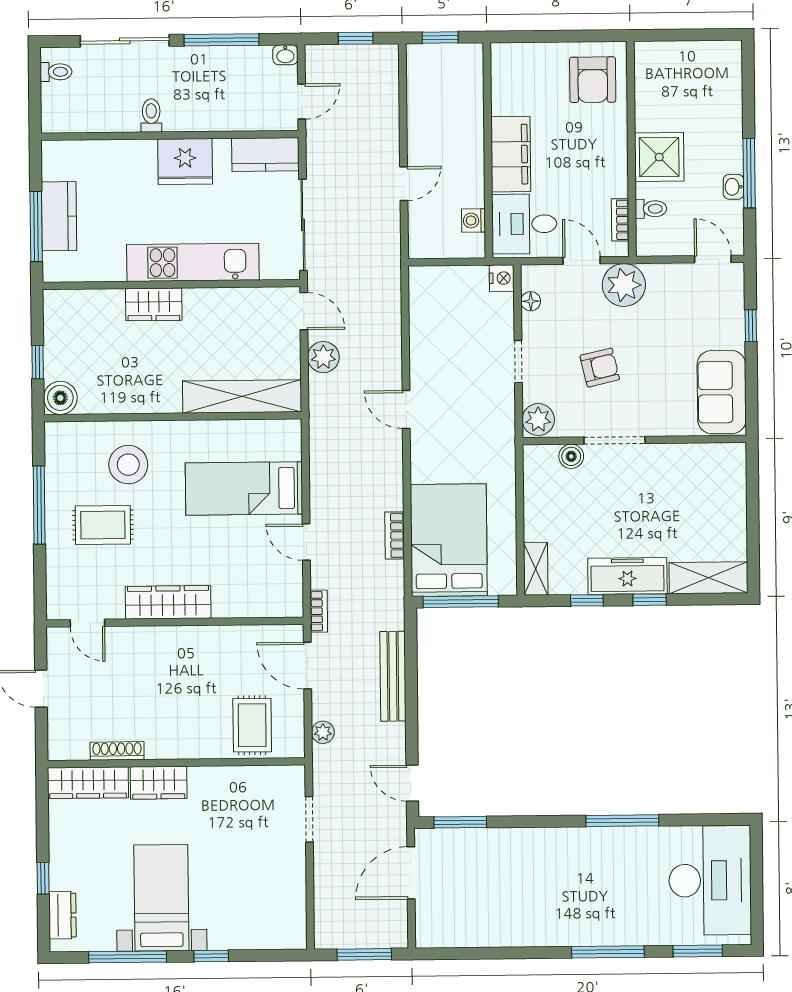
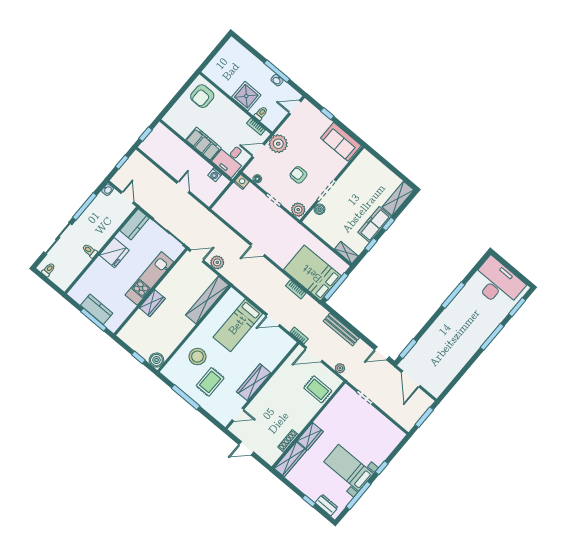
armchair: (593, 80) -> (202, 96), turned 90
armchair: (600, 368) -> (298, 175), turned -77

